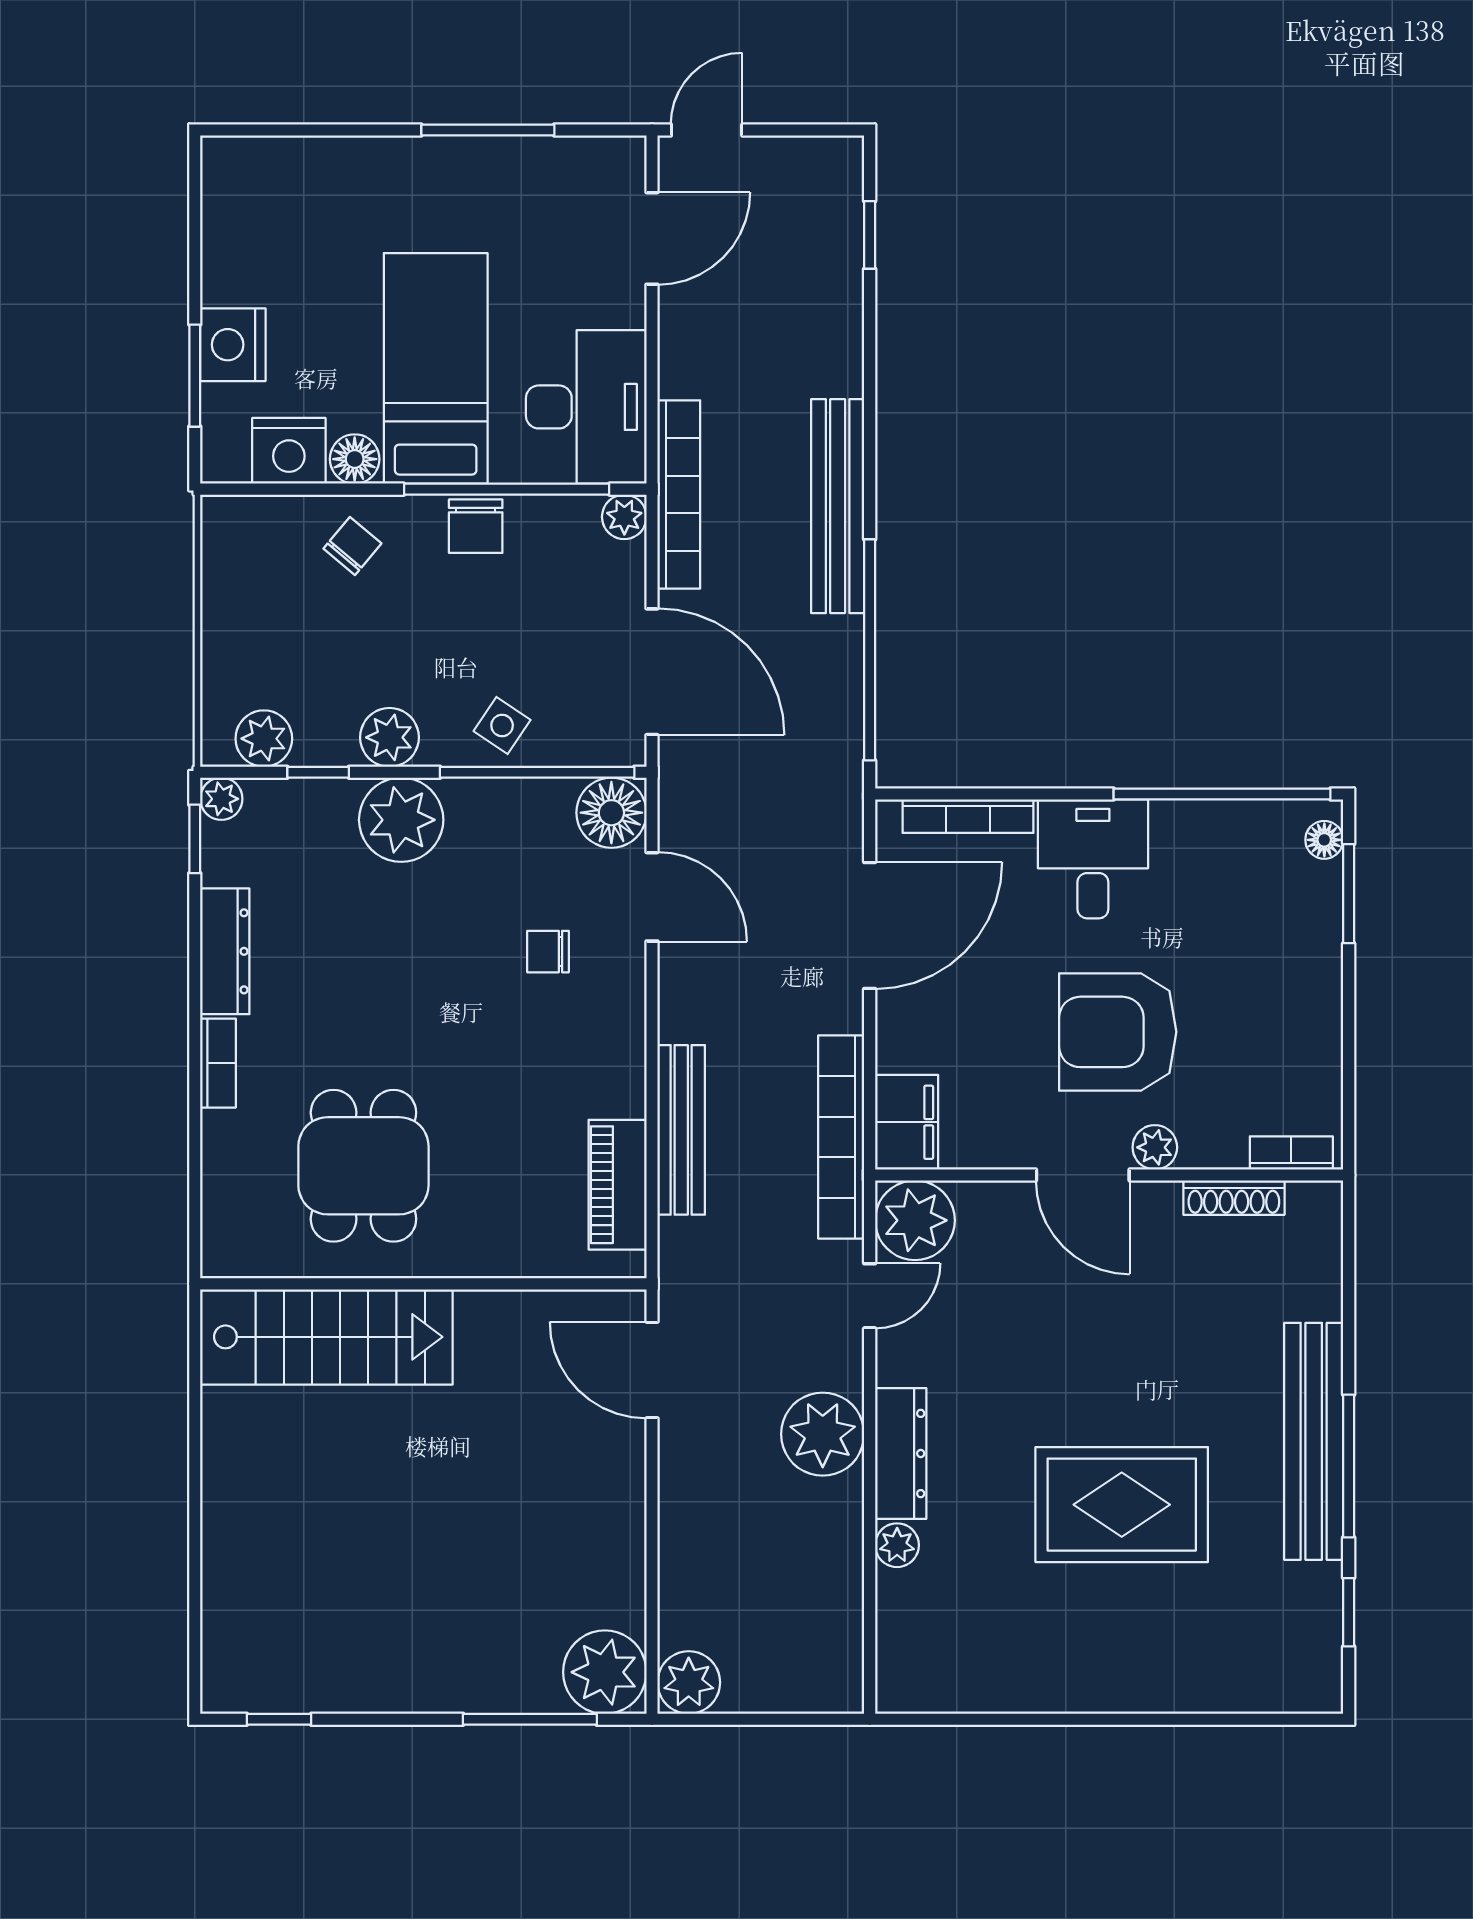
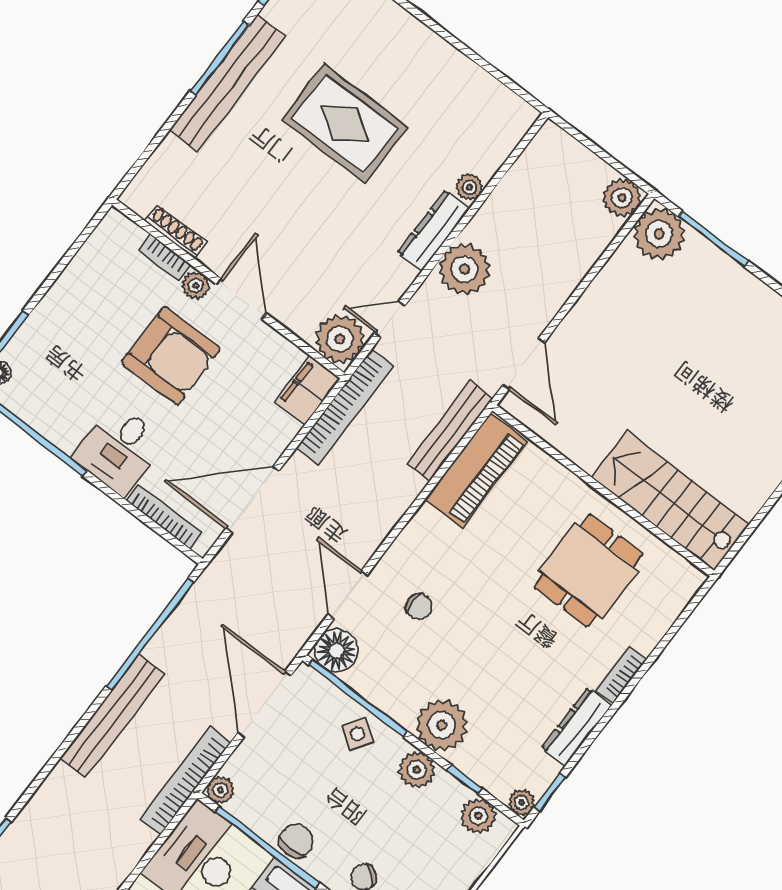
bench: (681, 1130) -> (450, 431), moved
bookcase: (1291, 1153) -> (165, 257), moved
piano: (618, 1185) -> (476, 470), width x1.37, depth x1.33

